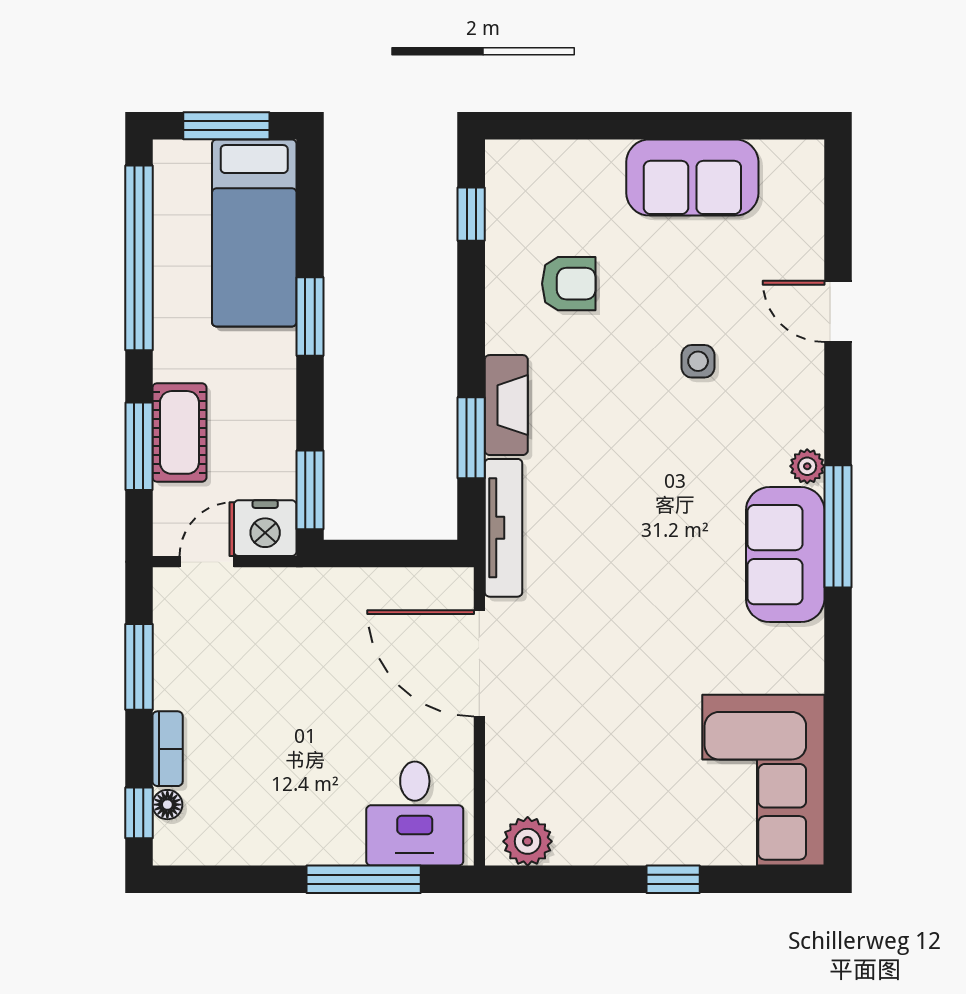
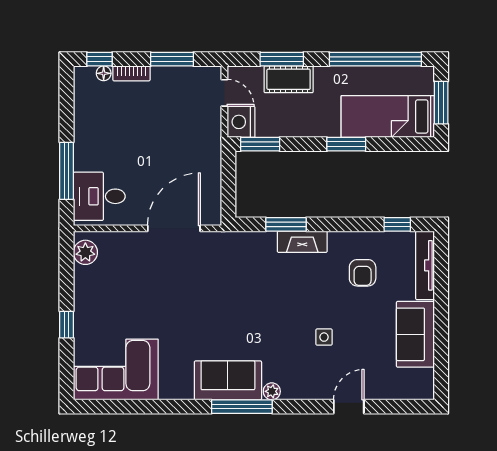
tv unit: (503, 528) -> (425, 265), moved, turned 90

